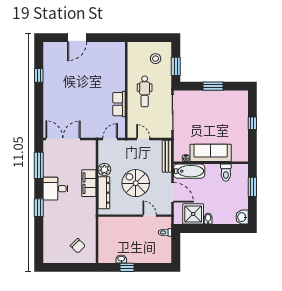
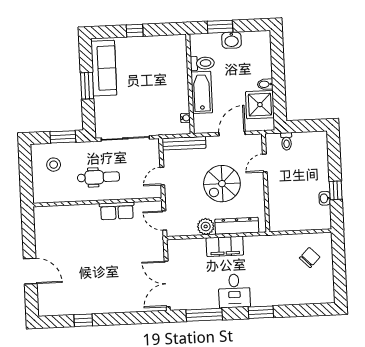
sofa: (211, 153) -> (104, 68), moved, turned 180
bathtub: (189, 171) -> (202, 92), moved
washbasin: (242, 217) -> (231, 40), moved

